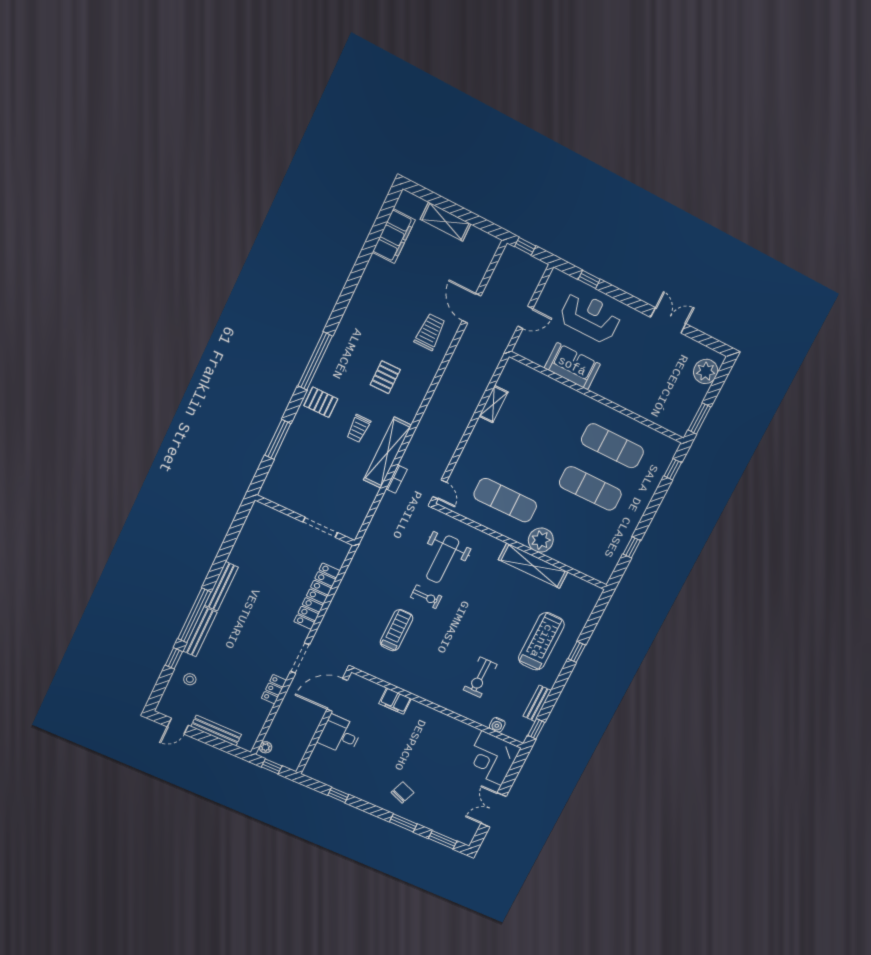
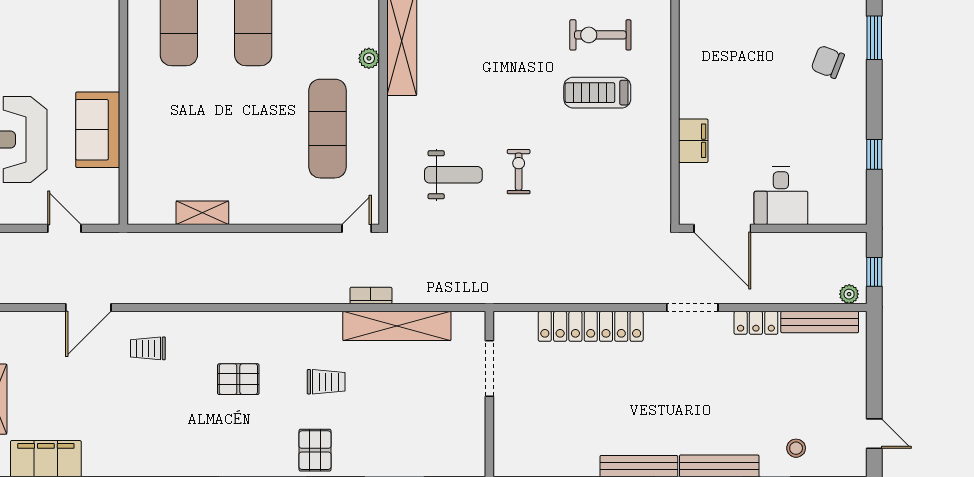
trolley: (430, 332) -> (148, 348), width x0.73, depth x0.72
shelving: (387, 453) -> (397, 326), moved
plant: (541, 540) -> (369, 58), width x0.53, depth x0.53
weight bench: (443, 559) -> (453, 175), width x0.73, depth x0.75
treadmill: (396, 630) -> (597, 93), moved
exercise bike: (480, 677) -> (600, 35), turned 180
bench: (216, 731) -> (820, 322), moved, turned 90

